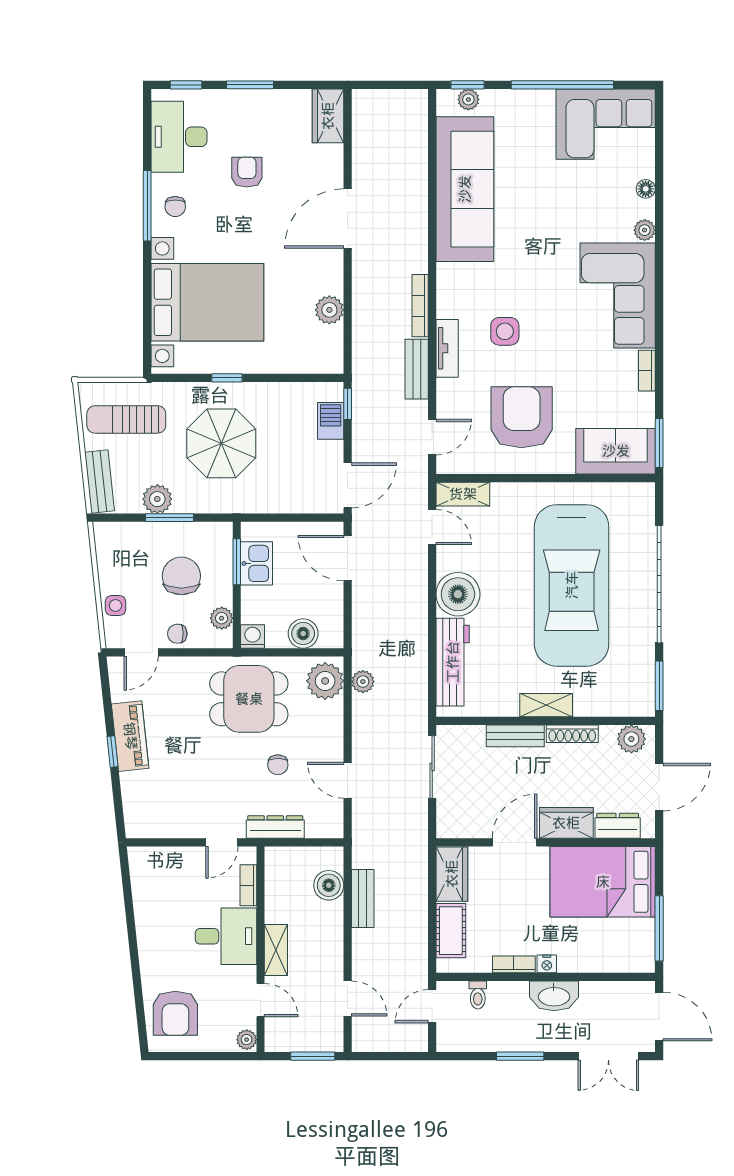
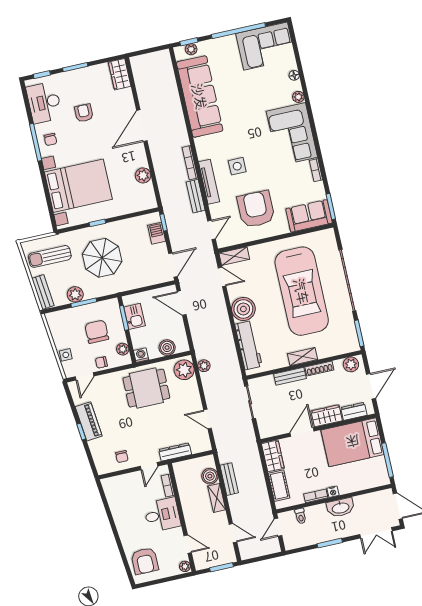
tv unit: (447, 348) -> (209, 182), width x1.41
chair: (278, 765) -> (122, 457), moved
shelving: (276, 950) -> (217, 498), moved

